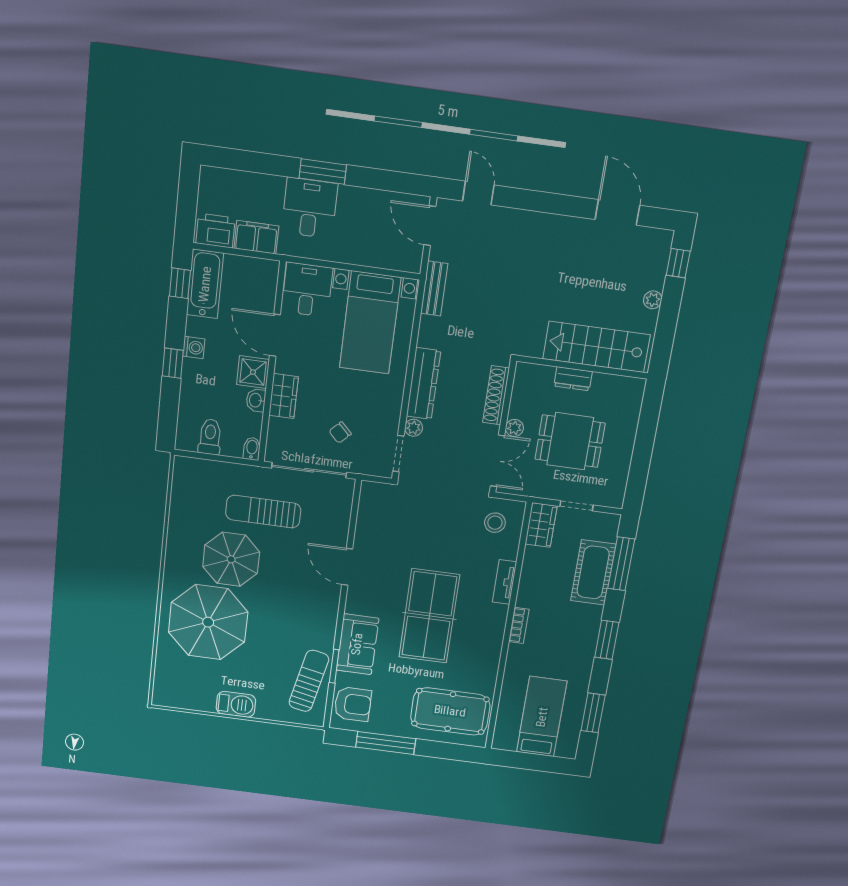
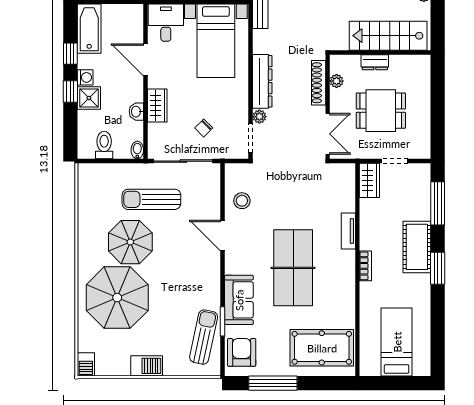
window: (180, 283) -> (70, 54), moved
shower: (253, 372) -> (89, 98), moved
plant: (514, 428) -> (337, 81), moved
stool: (495, 523) -> (242, 201), moved
cot: (593, 572) -> (417, 247), moved
barbecue: (162, 693) -> (86, 364), added
armchair: (353, 704) -> (242, 352), turned -90
window: (593, 713) -> (438, 333), removed

